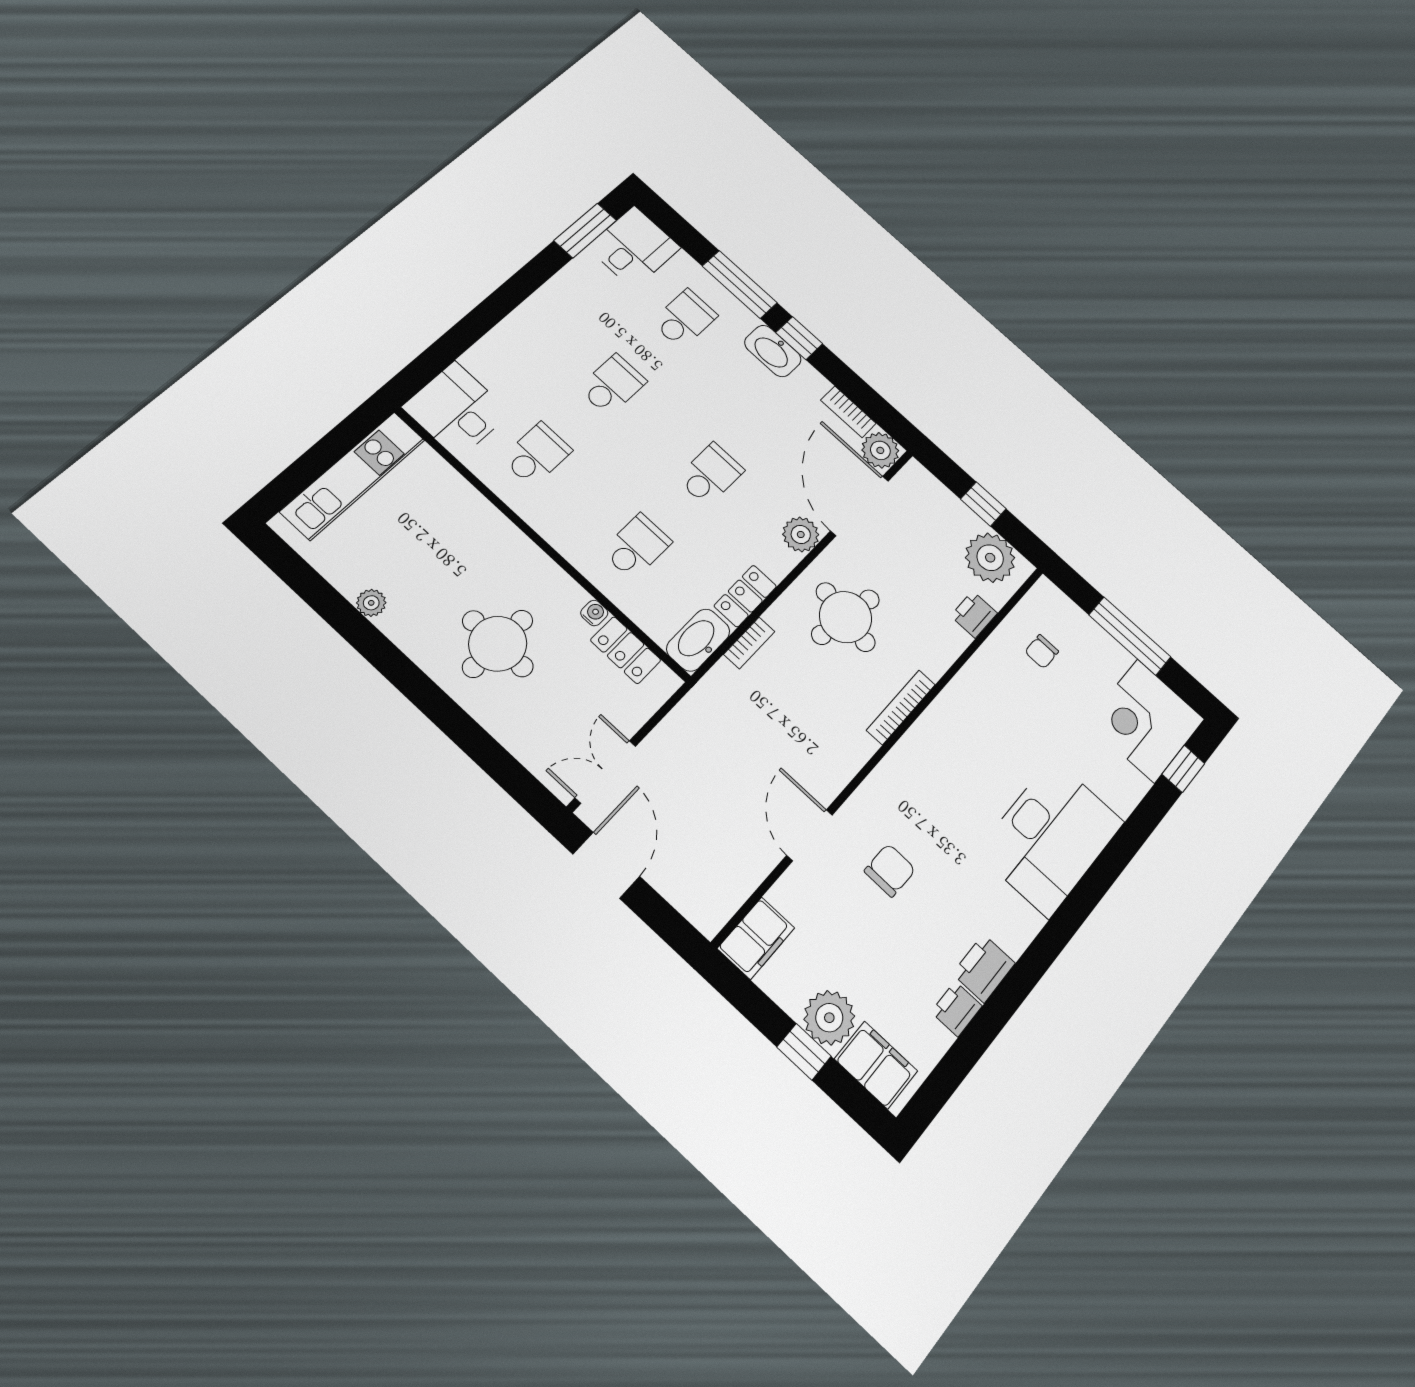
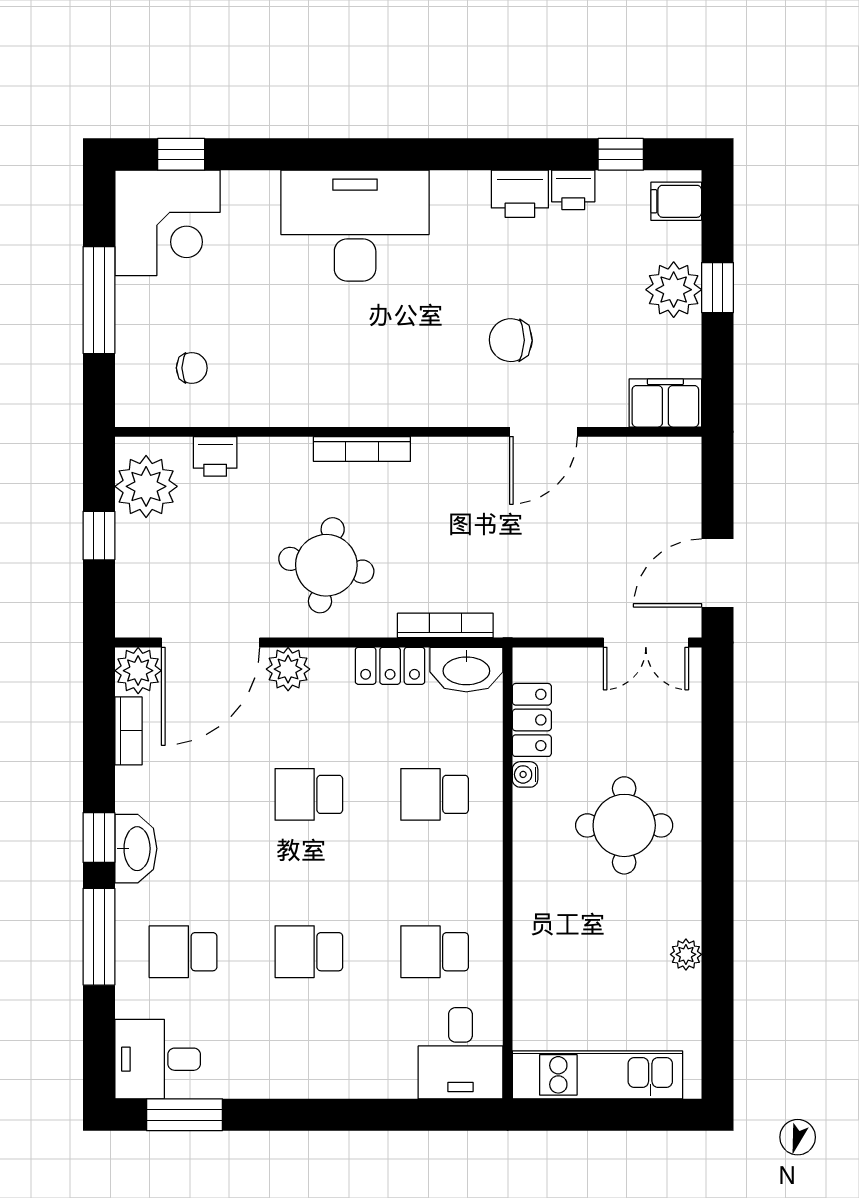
bookcase: (749, 643) -> (445, 625), width x1.56
filing cabinet: (876, 1065) -> (676, 201), width x0.50
window: (954, 1067) -> (621, 154), added

